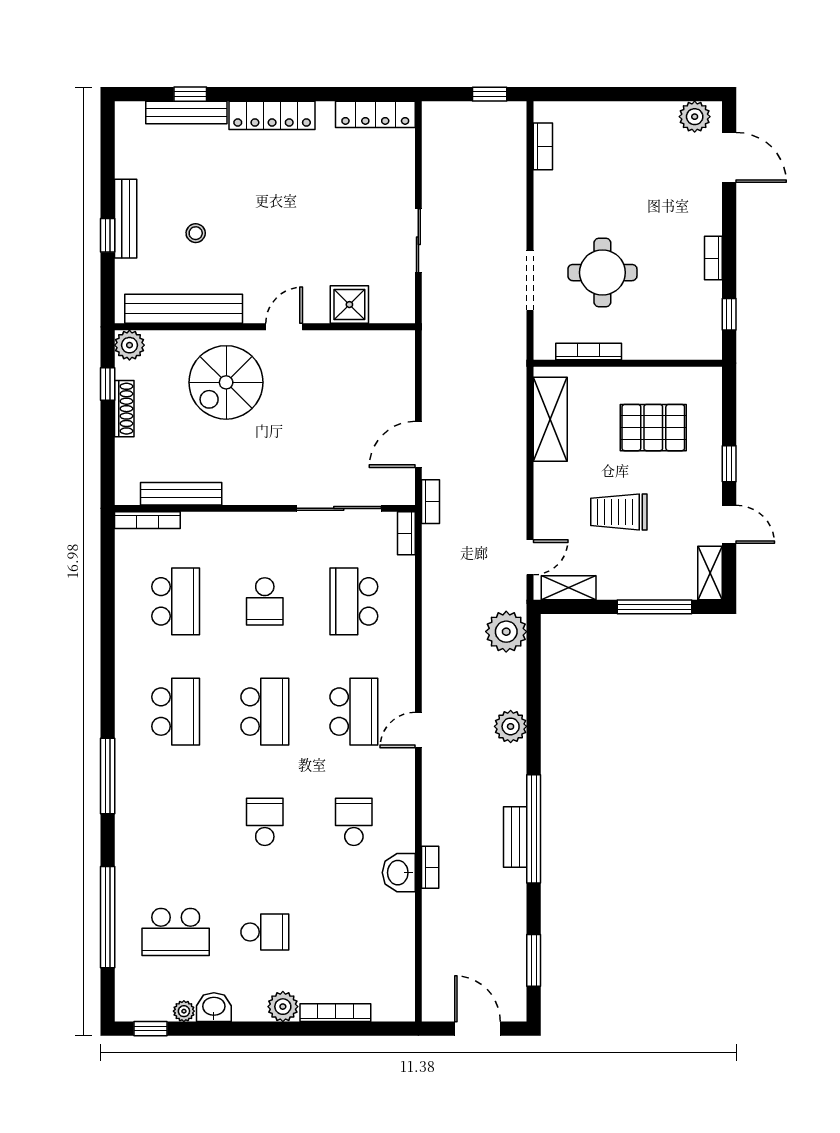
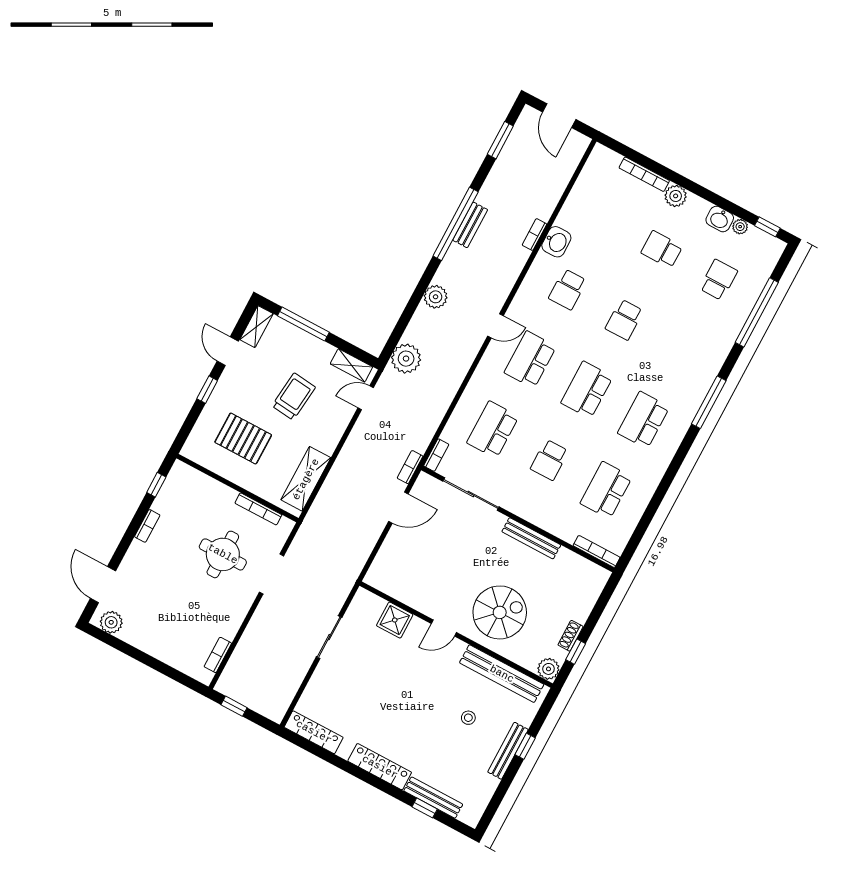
shoe rack: (124, 409) -> (571, 636), width x0.70
bench: (181, 494) -> (531, 538), moved
trolley: (619, 512) -> (294, 396), turned -84
school desk: (265, 601) -> (549, 460), turned 180
school desk: (354, 601) -> (493, 430), turned 180
school desk: (176, 932) -> (718, 280), width x0.54

